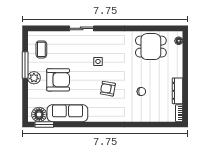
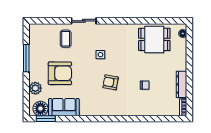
coffee table: (41, 49) -> (66, 39), moved
plant: (34, 78) -> (35, 88), moved
sofa: (67, 113) -> (64, 107), width x0.73

